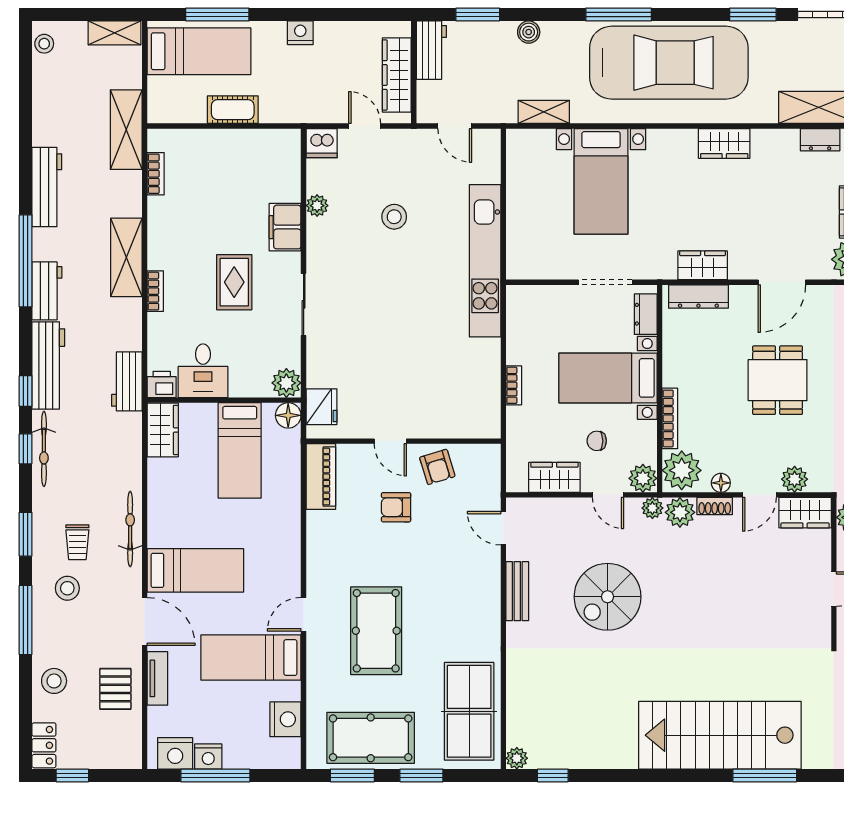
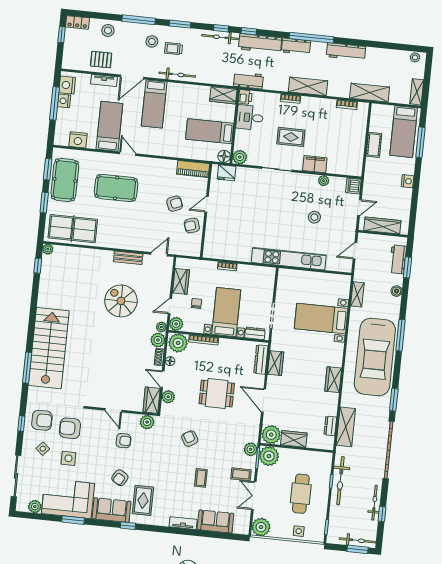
workbench: (431, 50) -> (398, 259), moved, turned 90
armchair: (396, 507) -> (175, 204), turned 68

